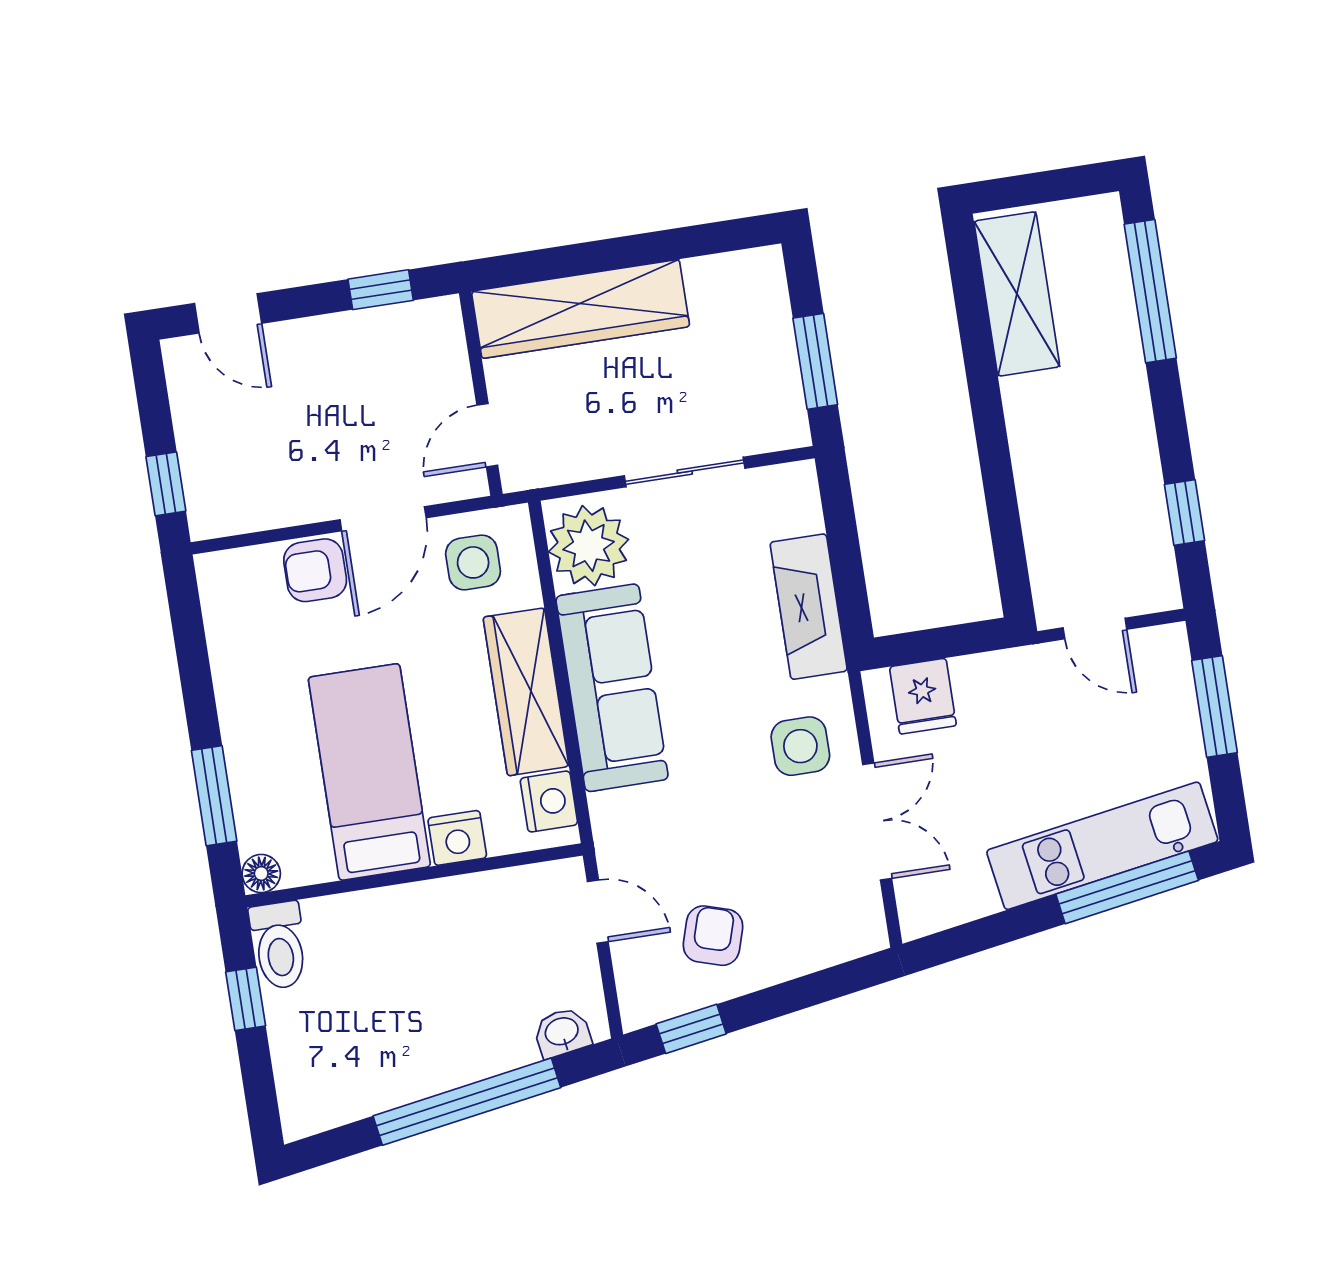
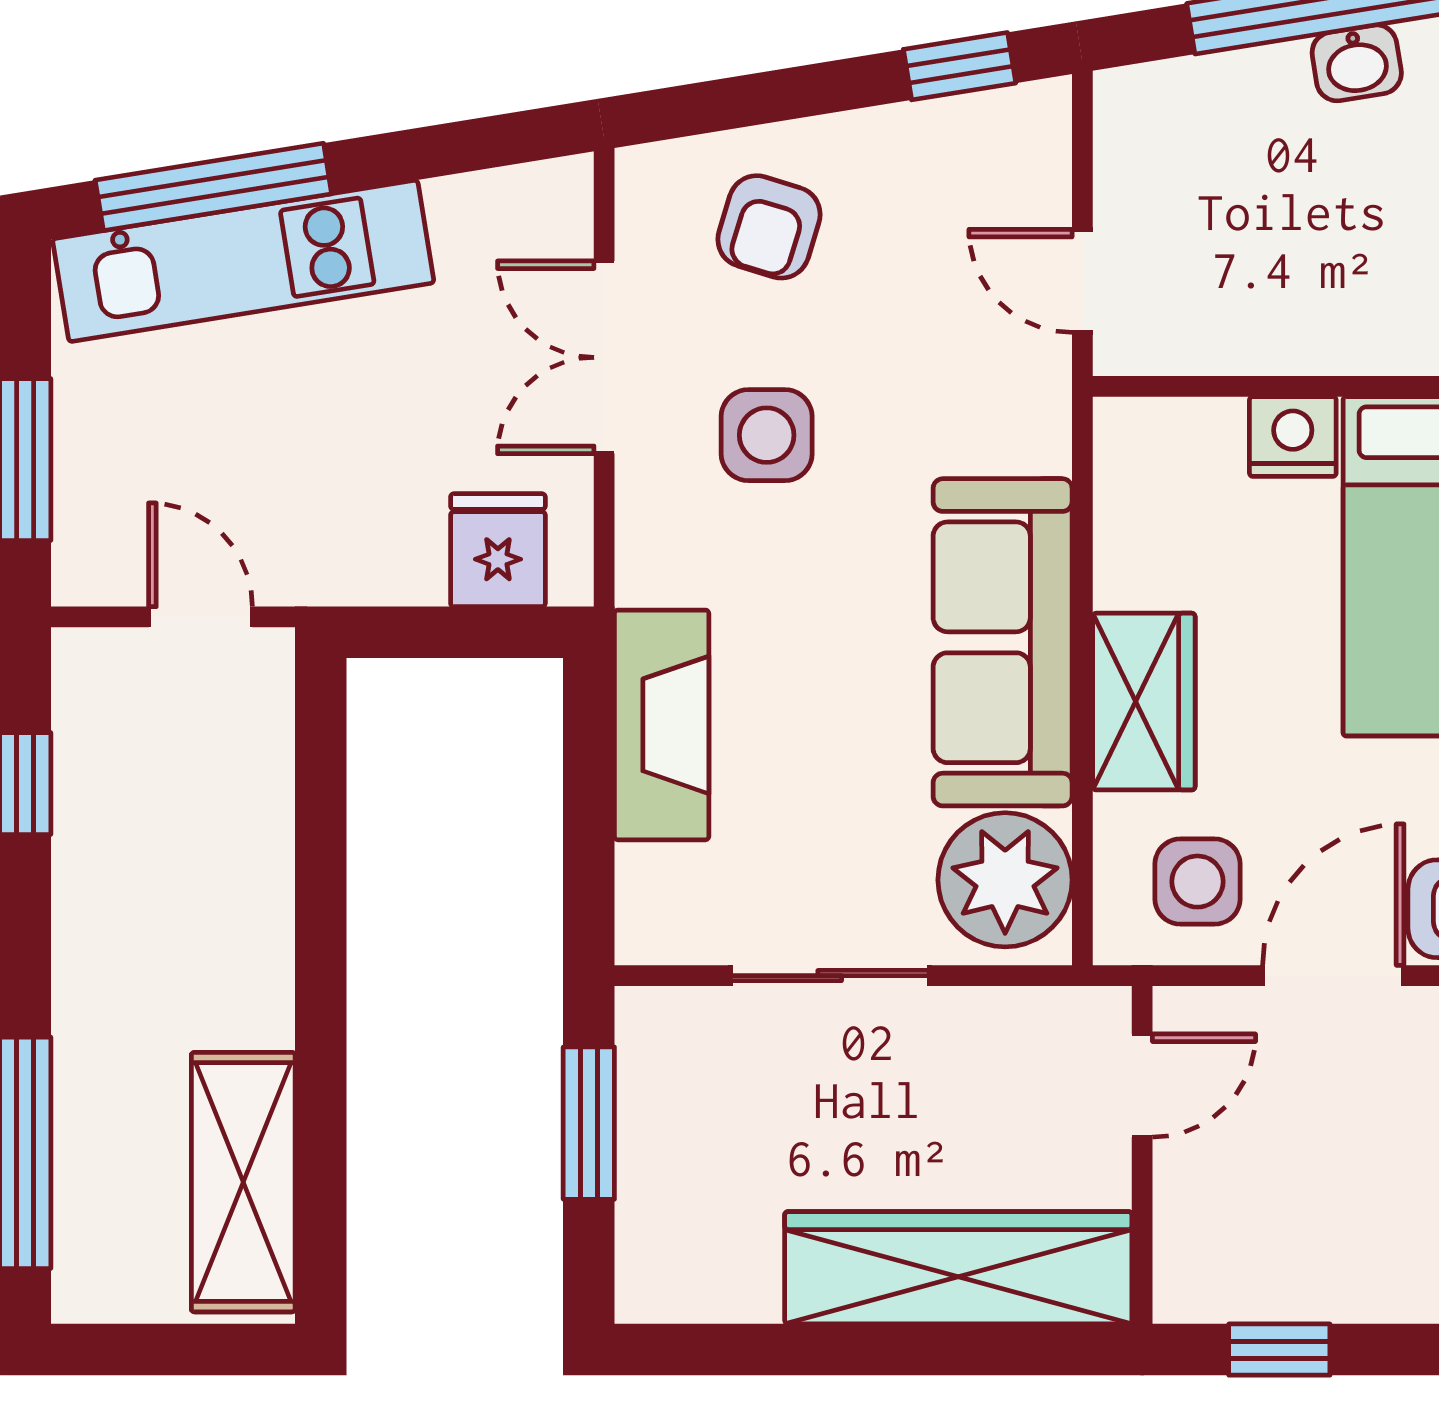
wardrobe: (526, 692) -> (1144, 702), width x0.67
side table: (800, 746) -> (767, 435), moved
nightstand: (549, 801) -> (1134, 473), removed
armchair: (713, 936) -> (769, 227), moved
washbasin: (562, 1032) -> (1357, 63), moved

